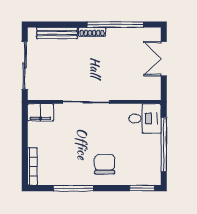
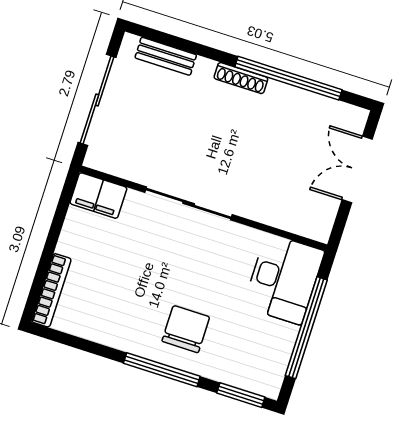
bench: (57, 33) -> (166, 56), width x0.73
desk: (145, 119) -> (284, 279), width x1.37
window: (73, 188) -> (162, 370), moved

